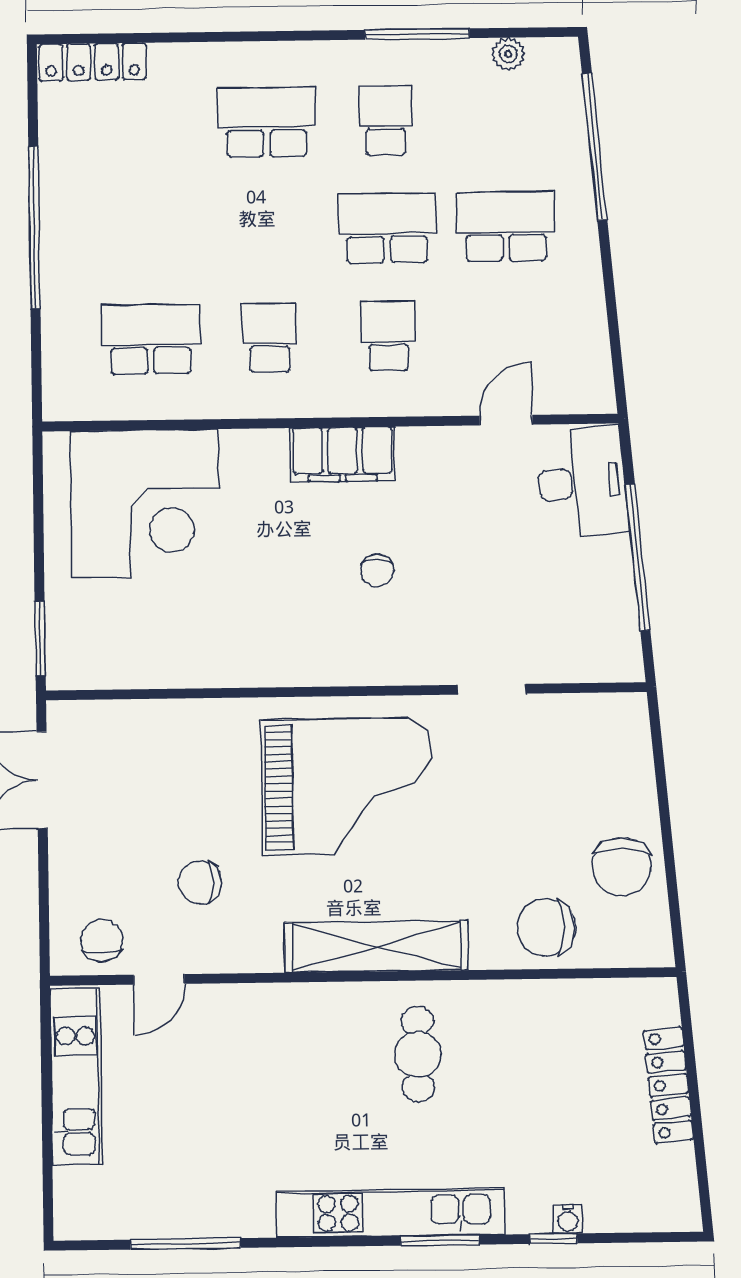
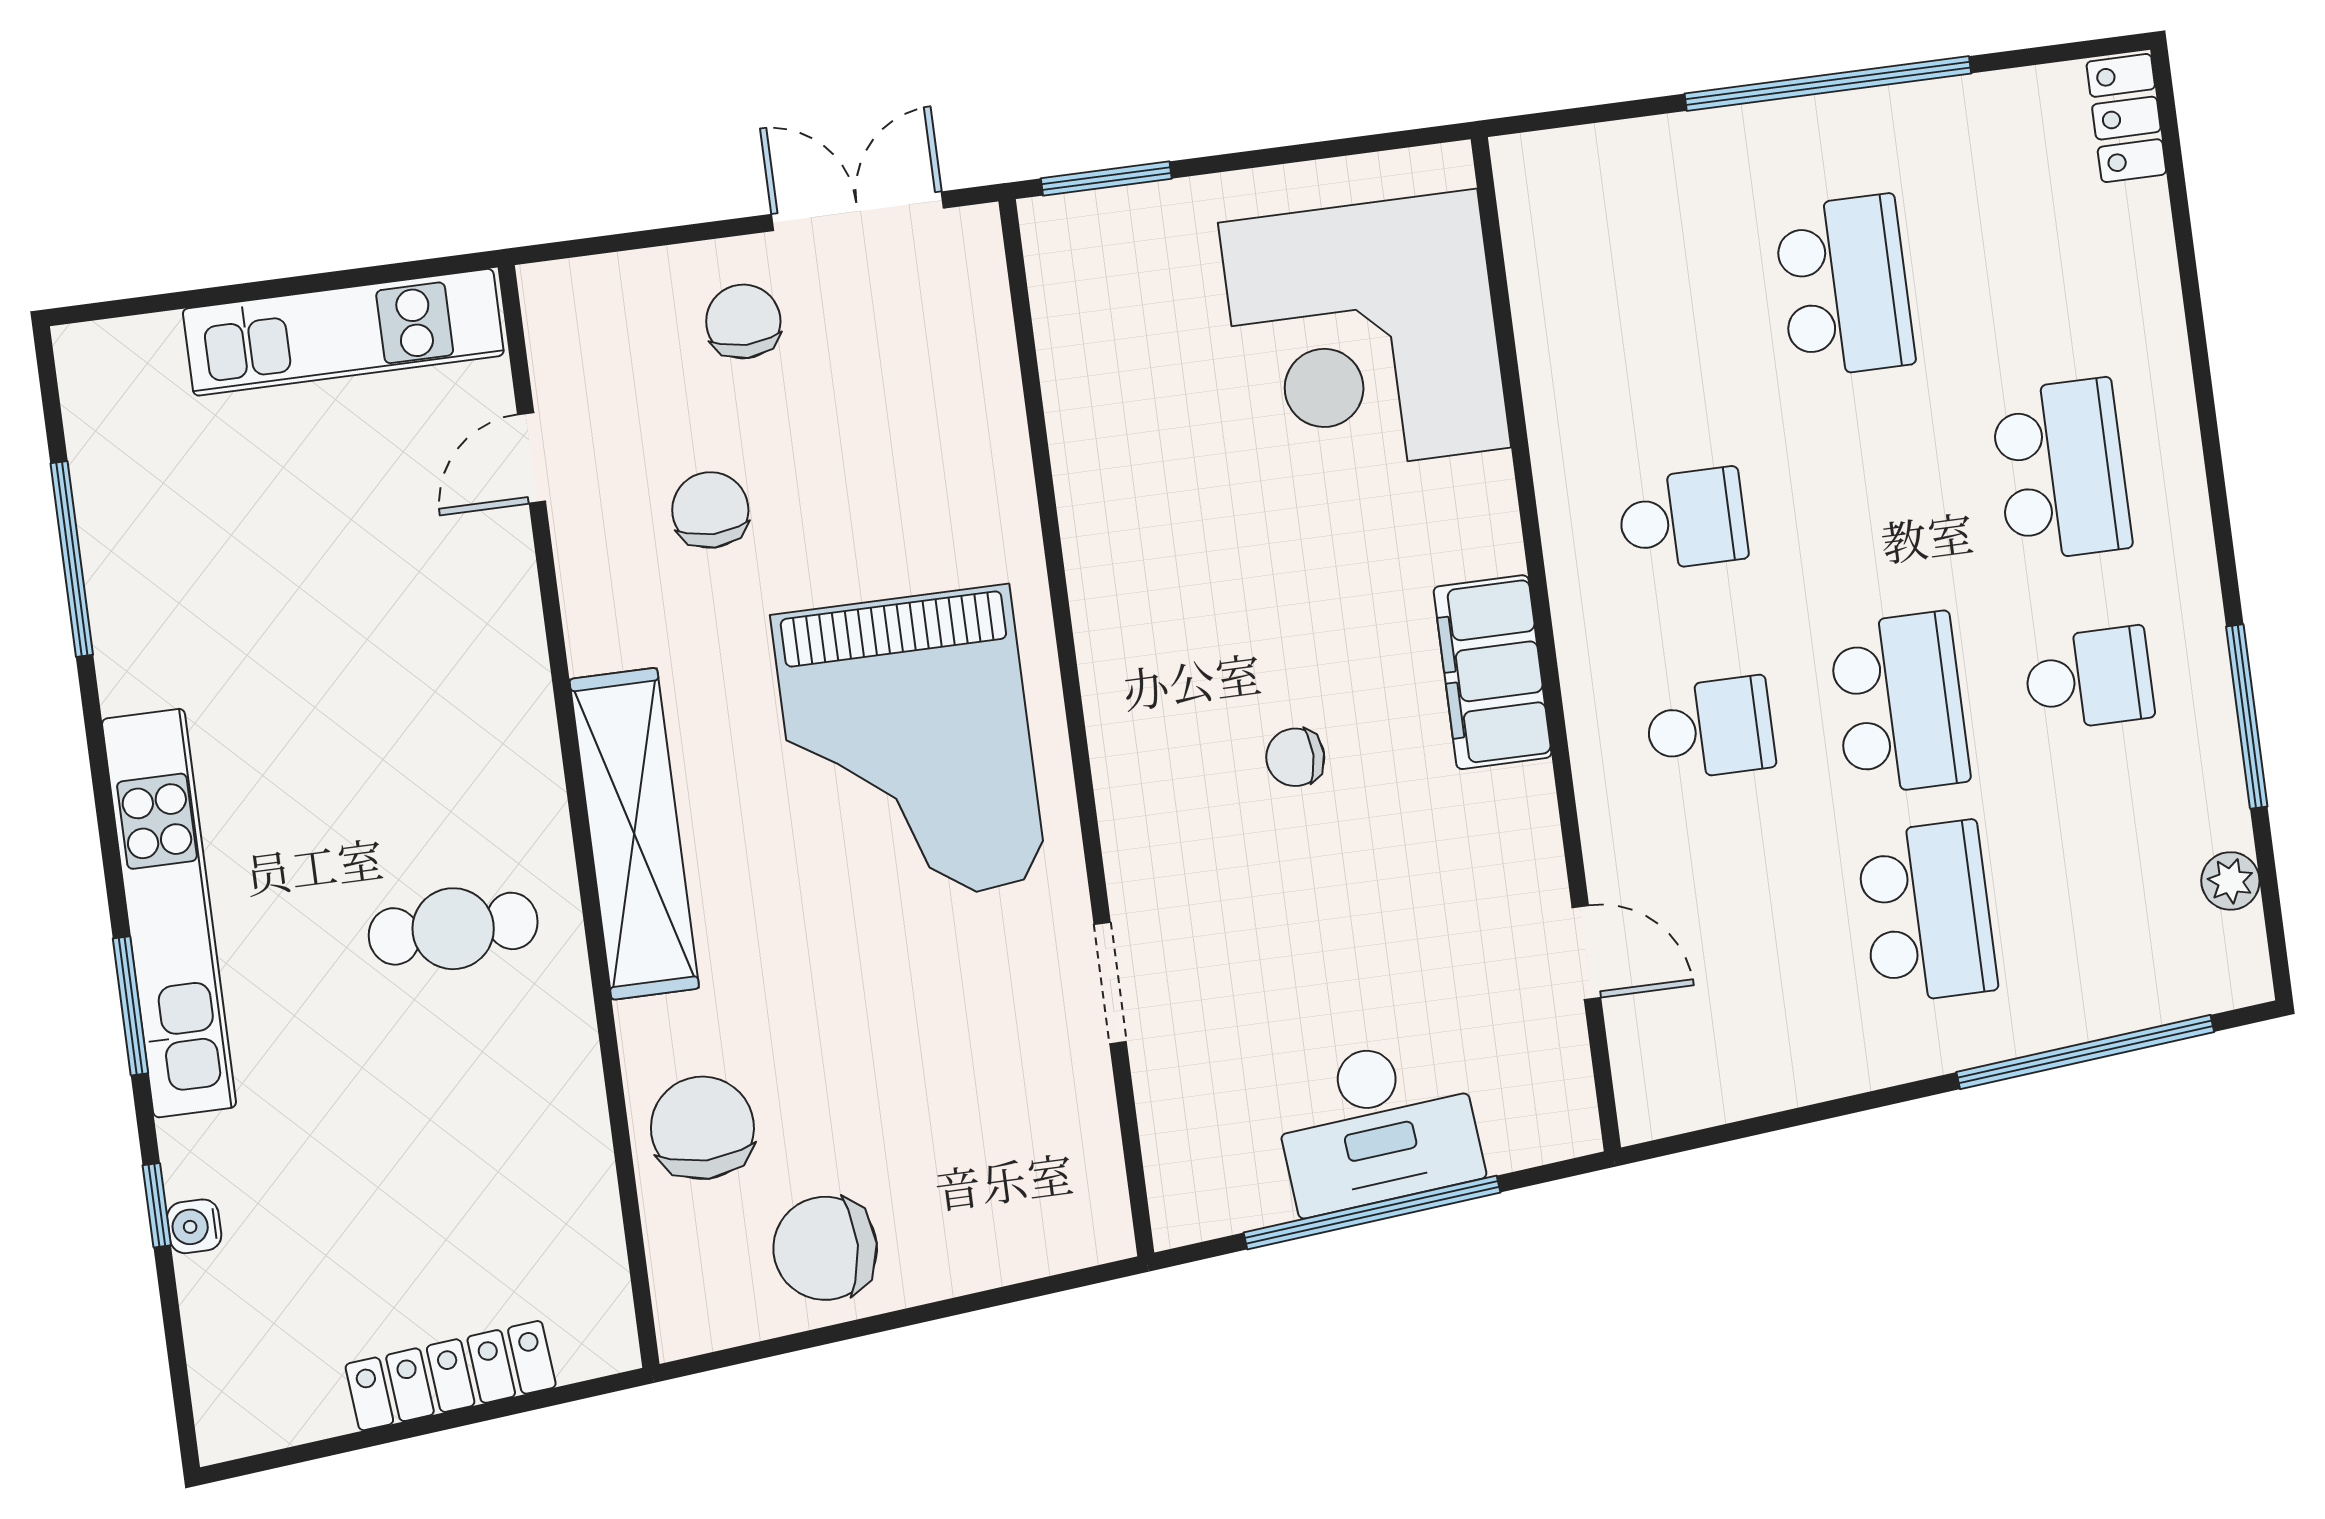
locker: (93, 62) -> (2126, 118), width x0.66
school desk: (151, 339) -> (1844, 286), moved
desk: (582, 482) -> (1377, 1125), moved
chair: (102, 940) -> (743, 321), moved, turned -90
door: (159, 979) -> (531, 458), hinge flipped

